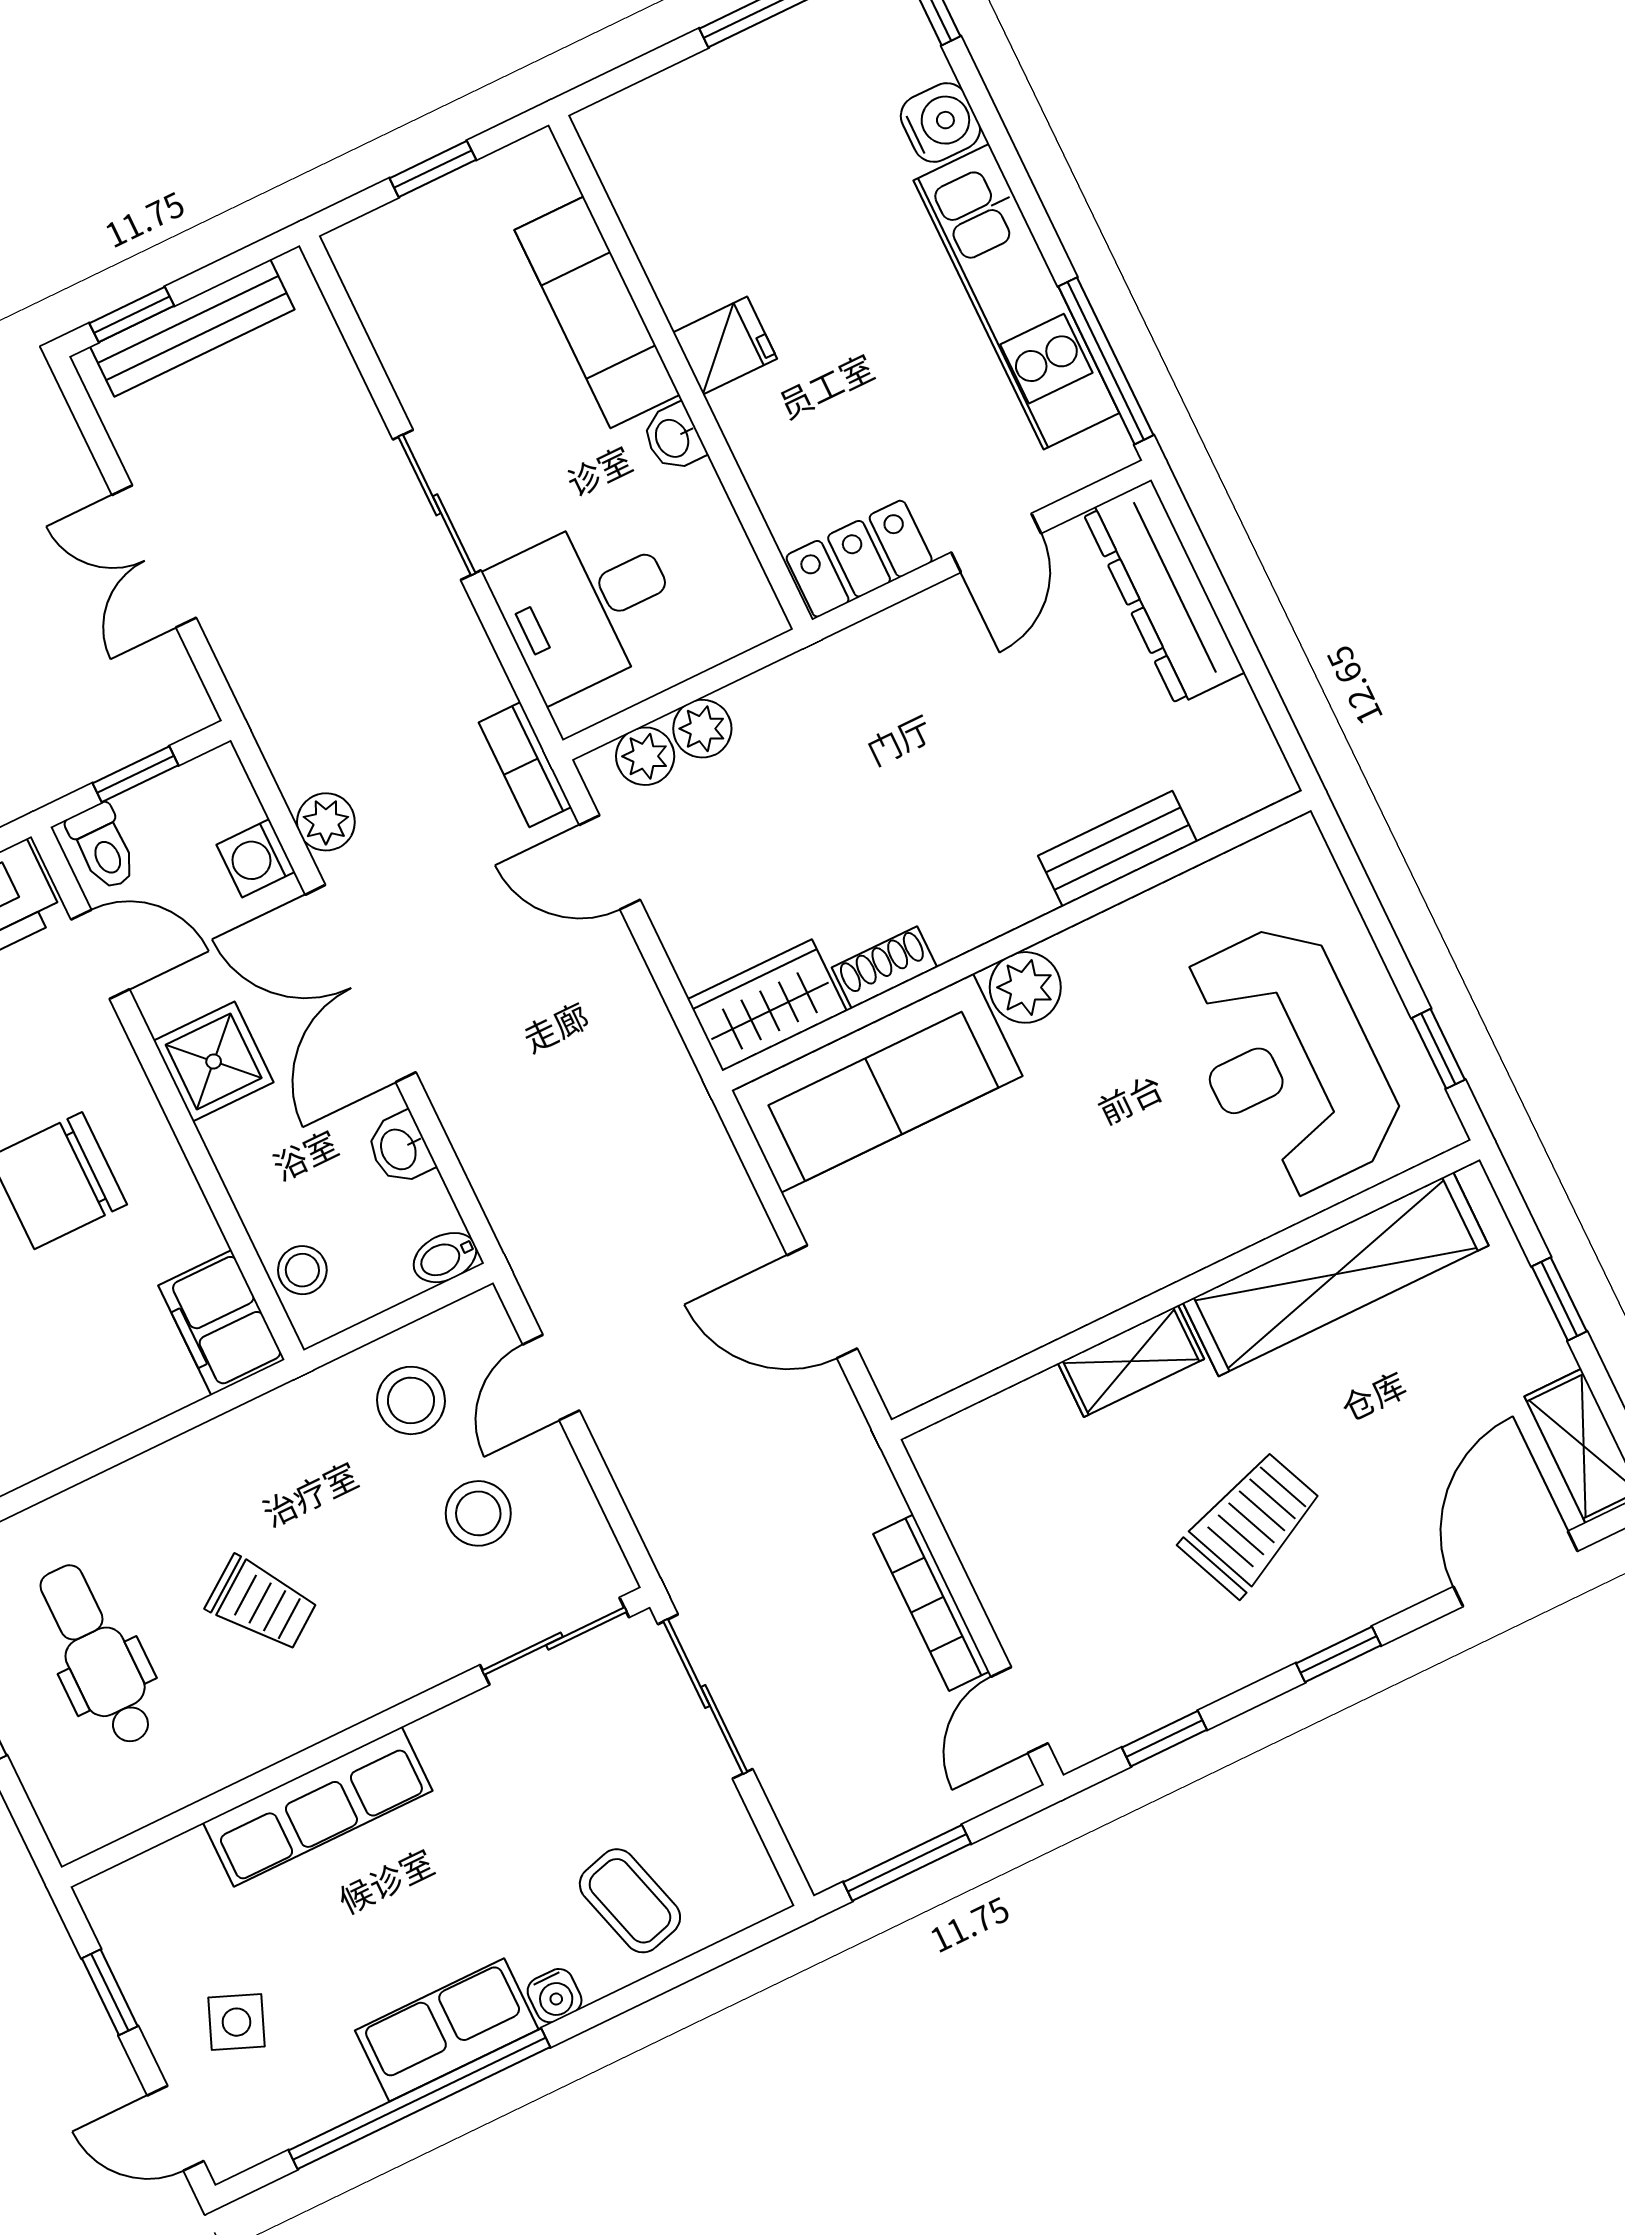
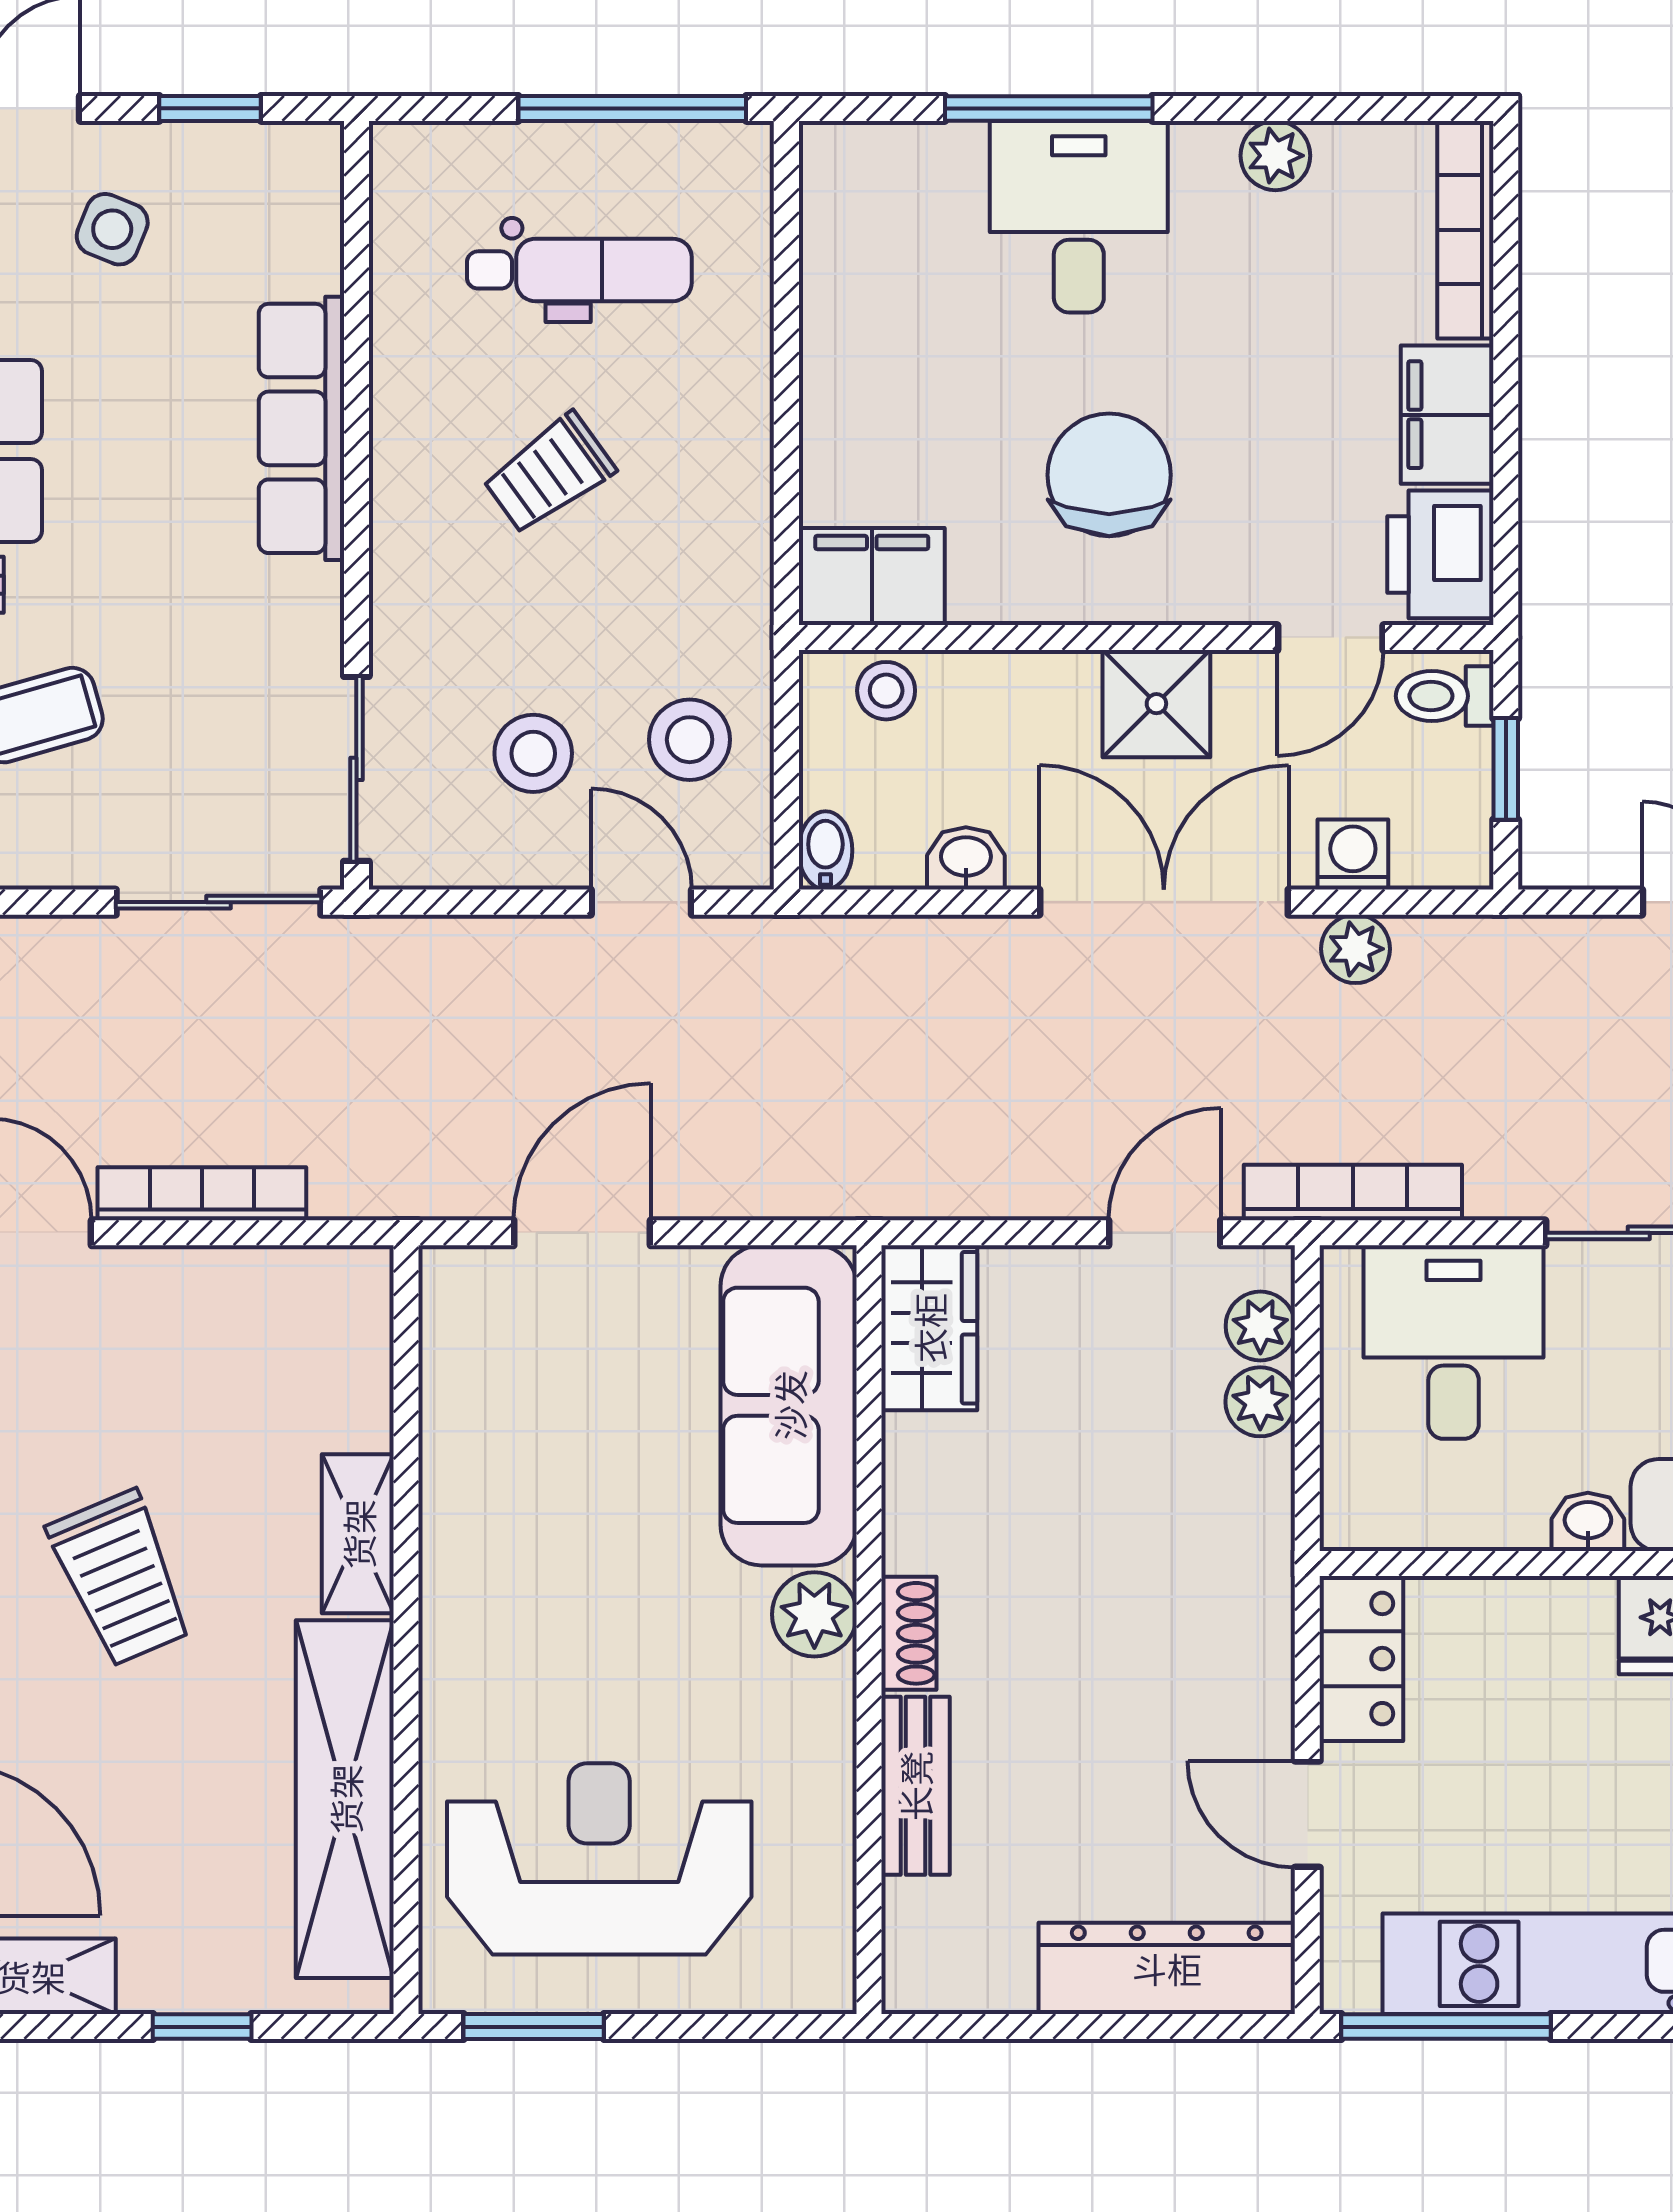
bookcase: (525, 765) -> (1353, 1193), width x1.56
shoe rack: (885, 967) -> (909, 1633), moved
window: (1438, 1049) -> (534, 2027), width x1.50

